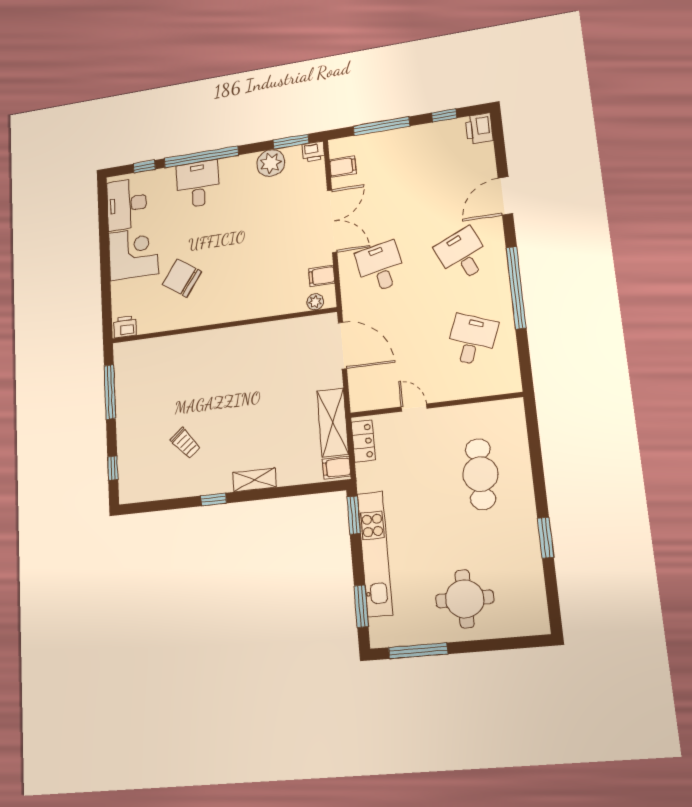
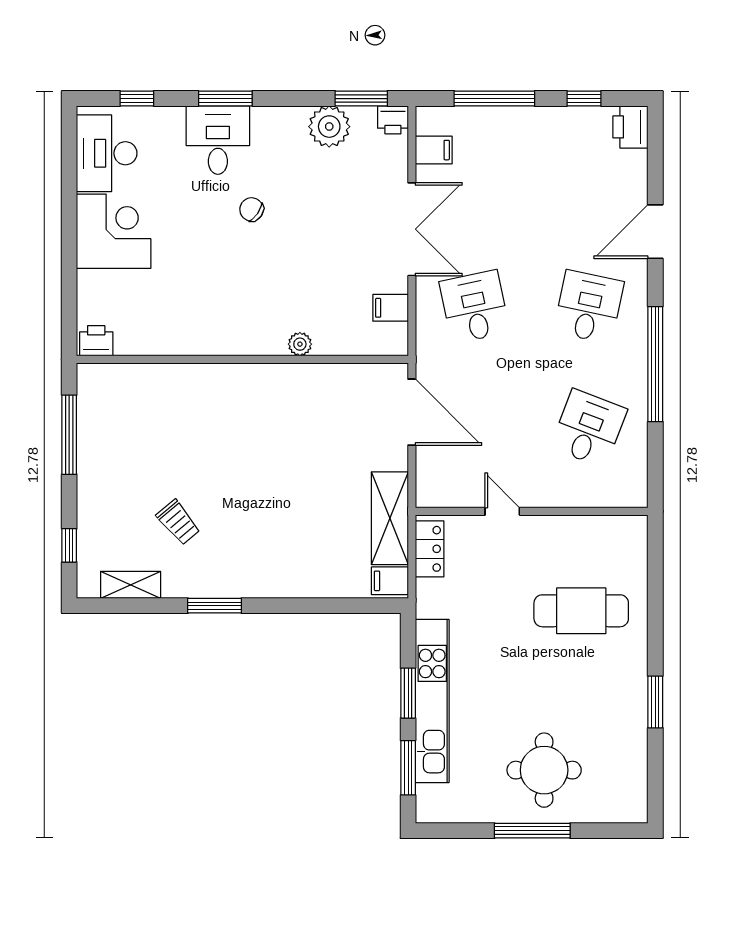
window: (201, 157) -> (225, 99), width x0.47
desk: (463, 255) -> (589, 307), turned 36
chair: (182, 278) -> (252, 209), moved, width x0.54, depth x0.54
plant: (315, 302) -> (300, 344), moved
cafe table: (480, 474) -> (581, 611), turned 90
shelving: (255, 480) -> (131, 585), moved
window: (214, 500) -> (215, 606), width x1.50
window: (354, 515) -> (408, 693), moved
window: (418, 651) -> (532, 831), moved

